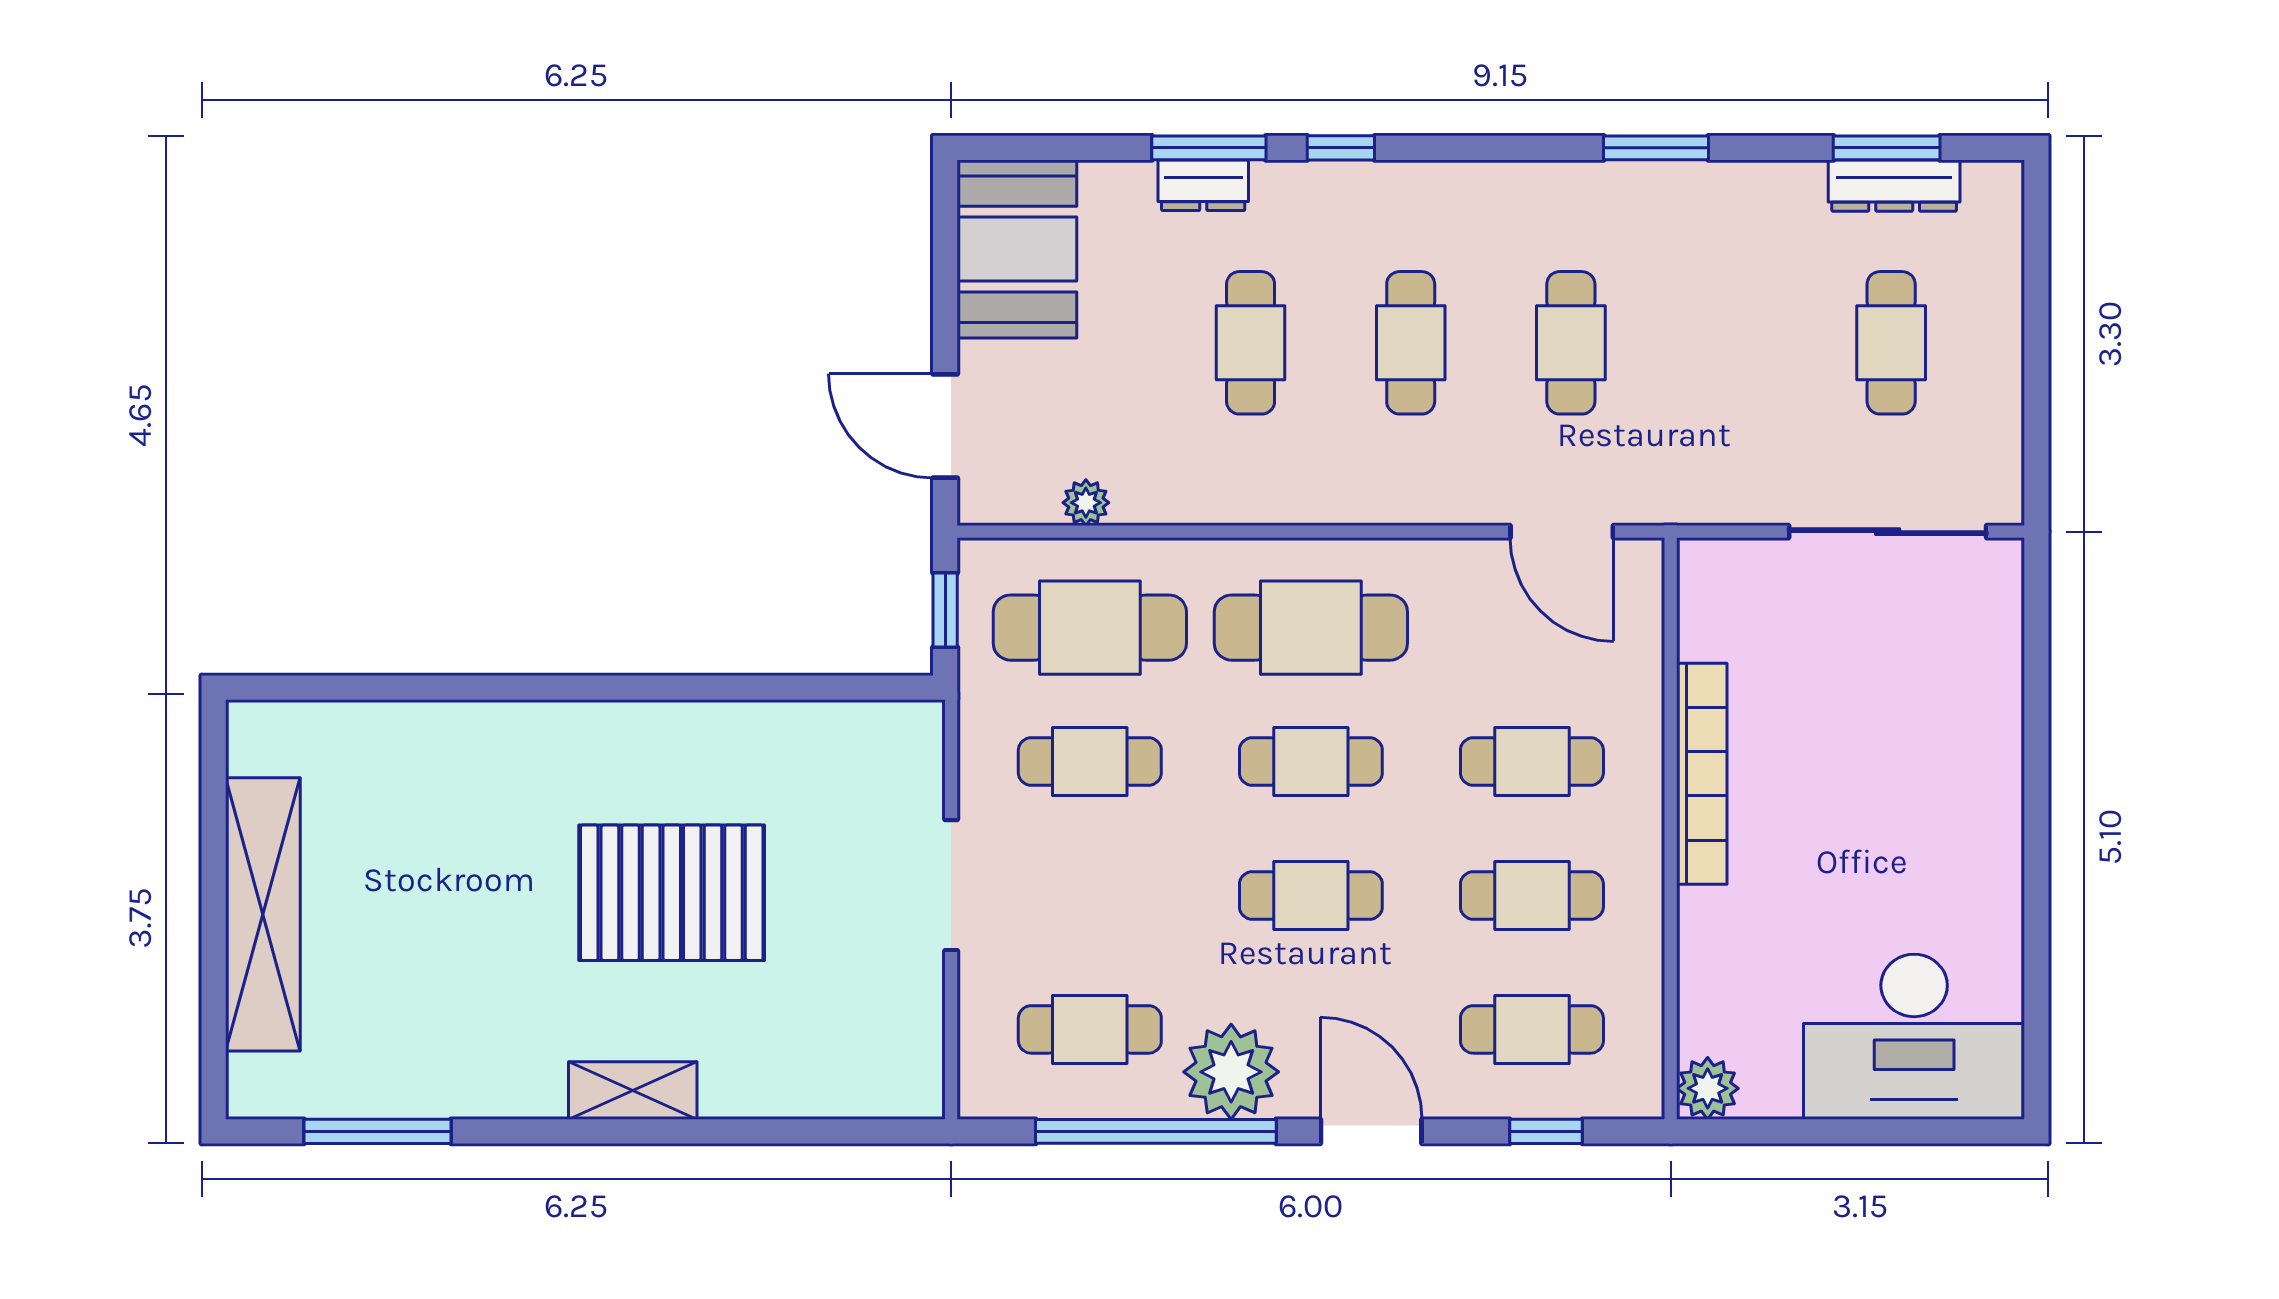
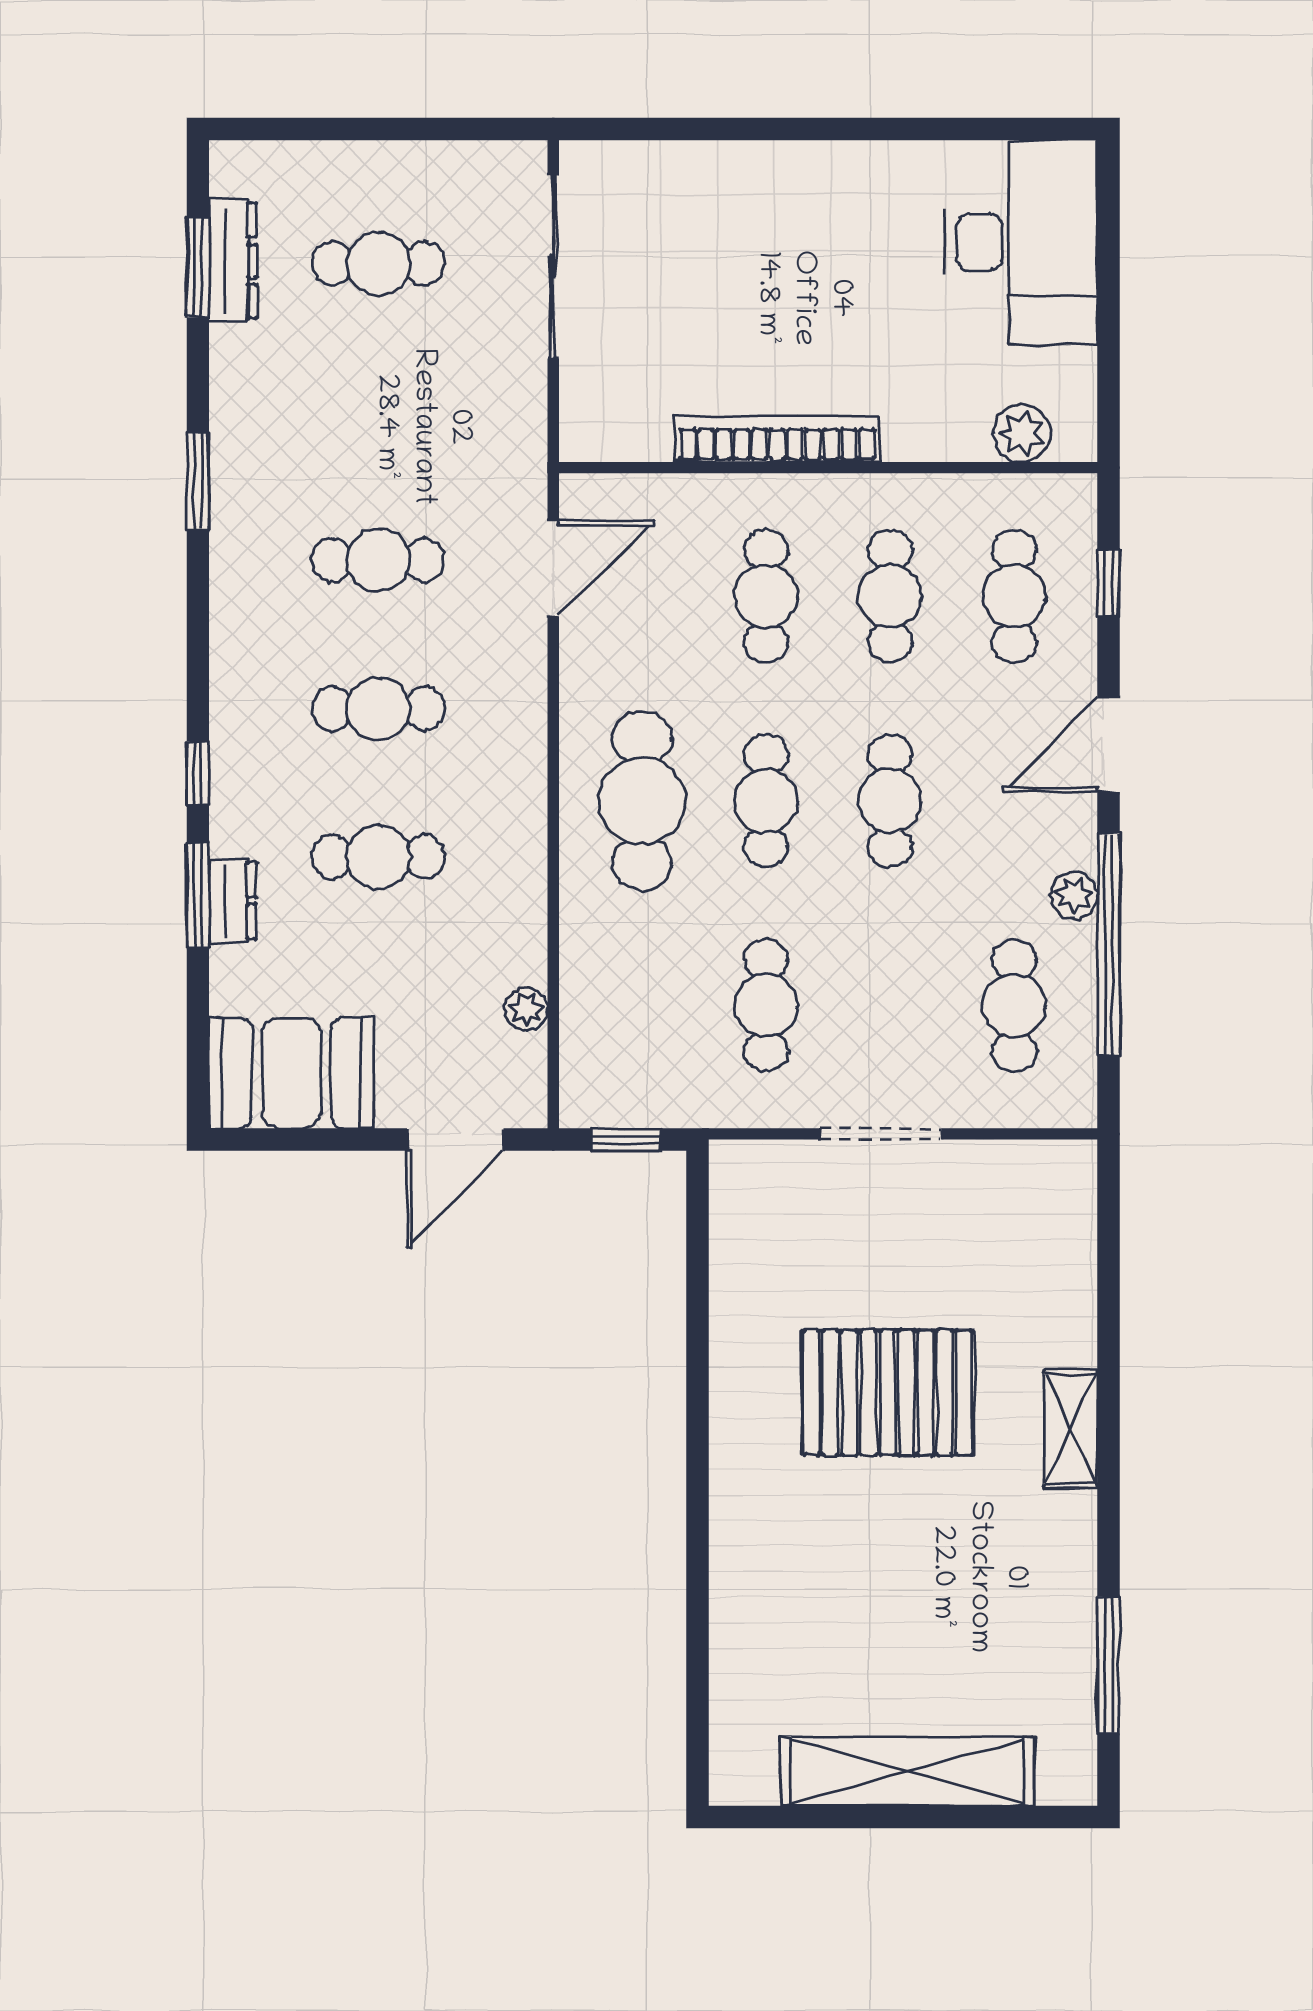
cafe table: (1090, 628) -> (642, 1005), removed
pallet: (672, 893) -> (888, 1393), turned 90
plant: (1231, 1072) -> (1074, 895), width x0.53, depth x0.53
plant: (1708, 1088) -> (1022, 433), moved

